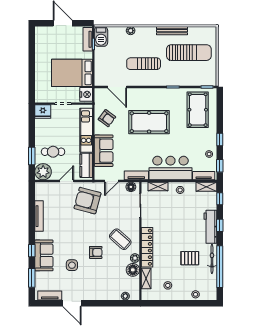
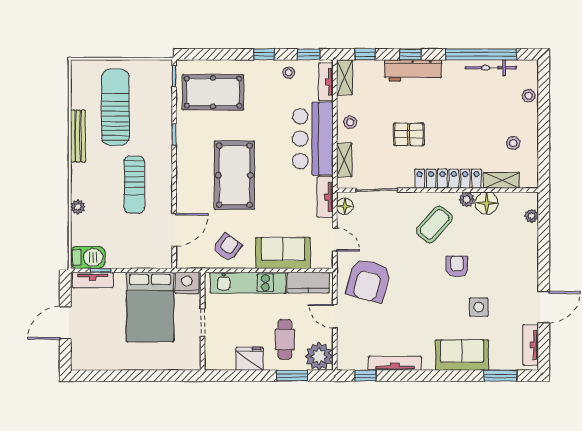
fridge: (43, 112) -> (250, 359), moved, turned -90
window: (32, 251) -> (365, 376), moved
pallet: (190, 258) -> (409, 134), moved, turned 90
bicycle: (212, 259) -> (491, 68), moved

